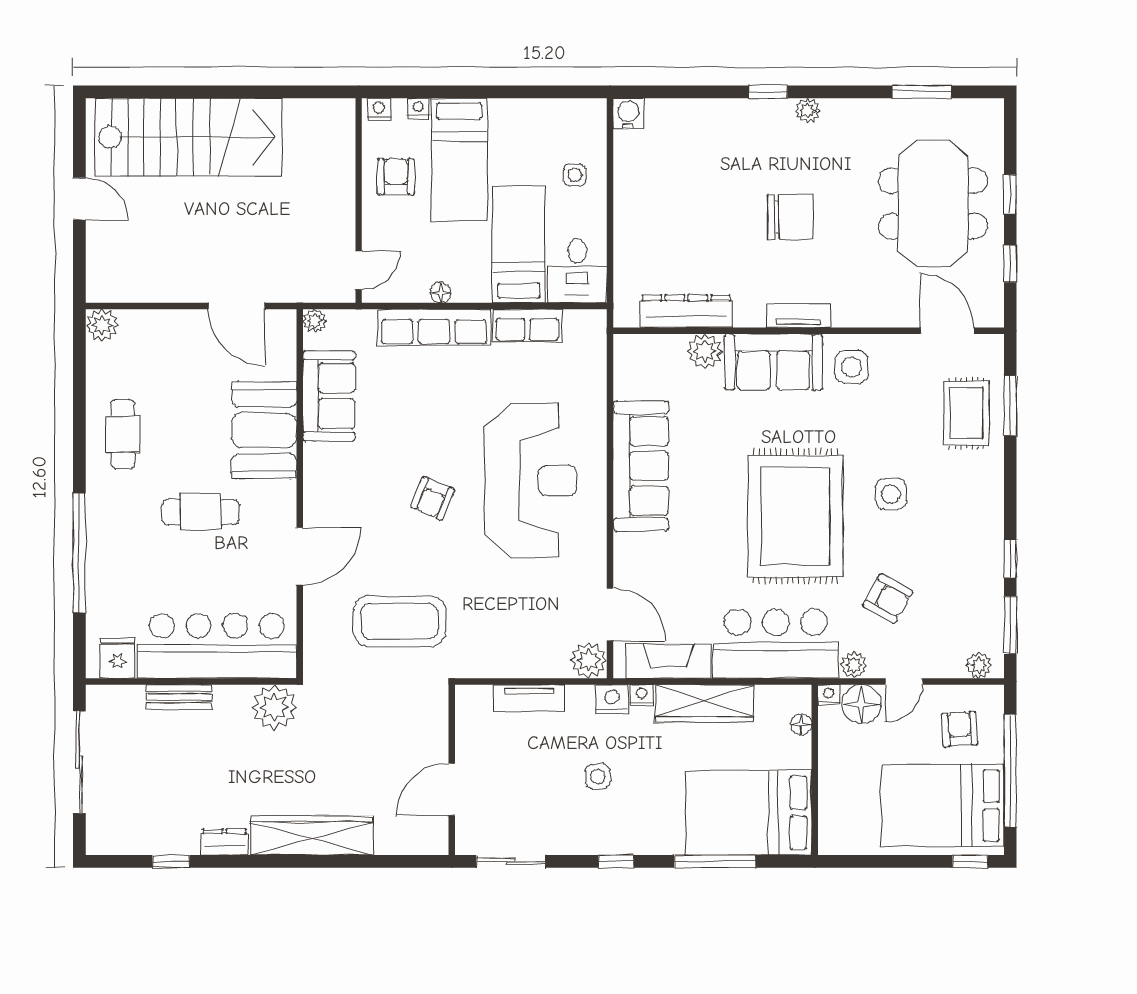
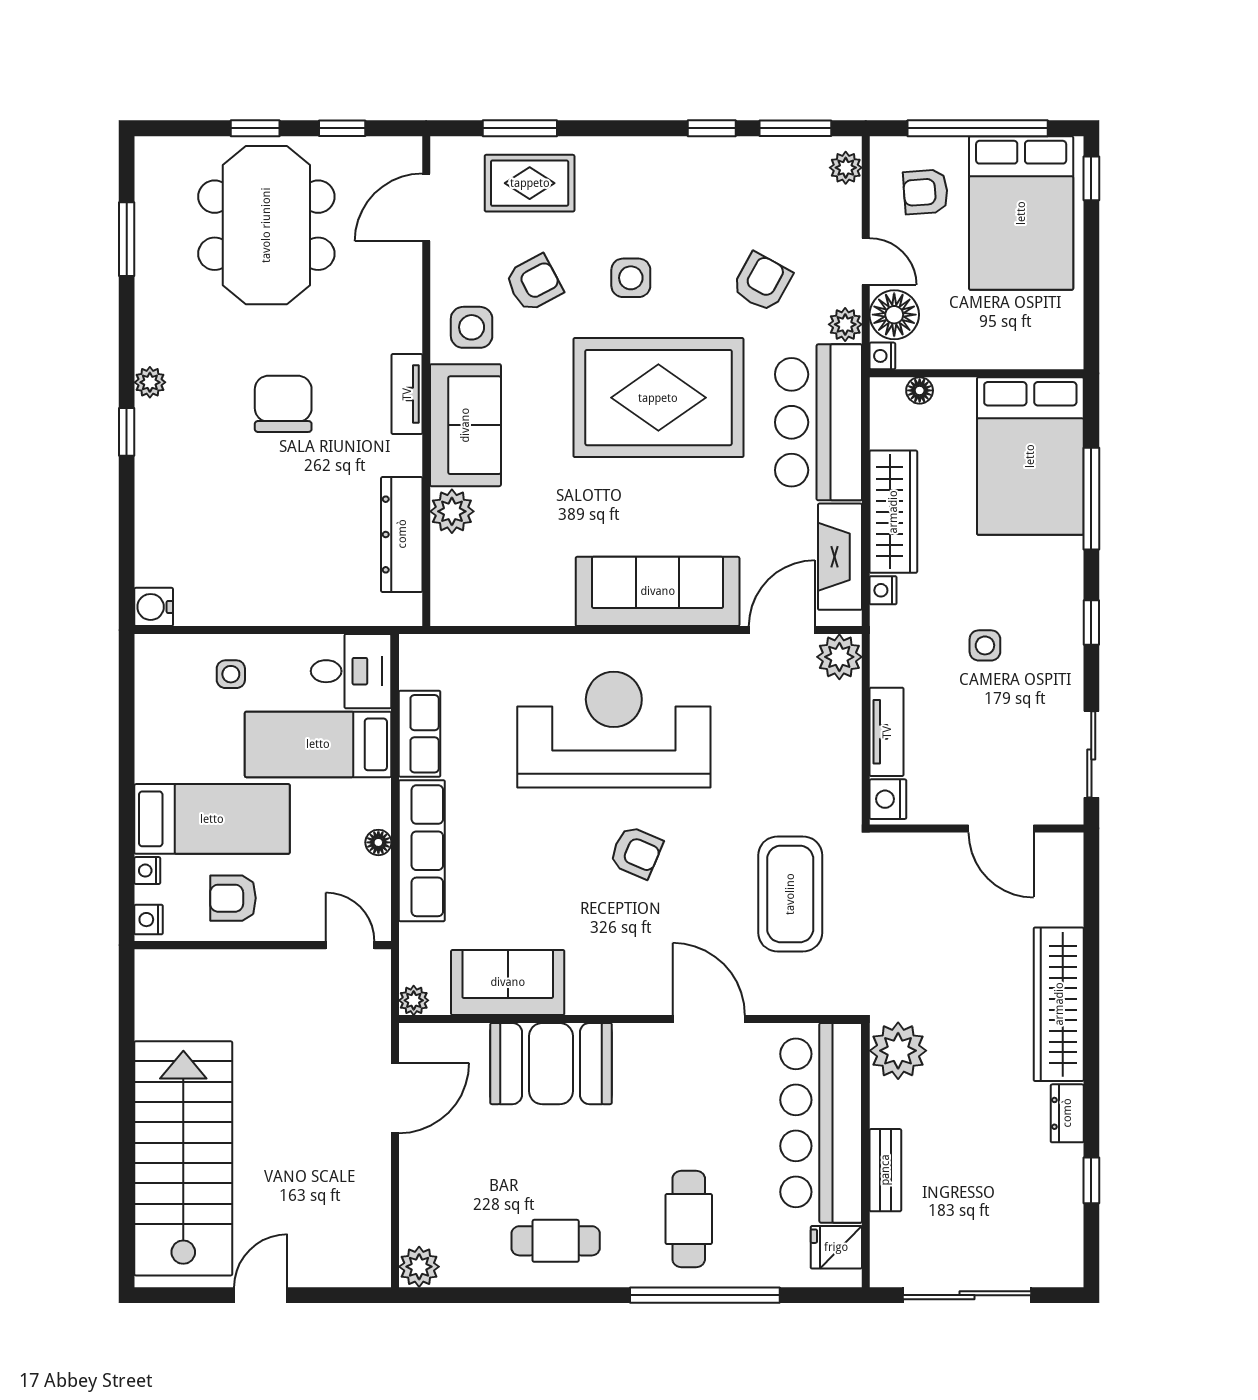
meeting table: (933, 203) -> (266, 225), turned 90
armchair: (887, 417) -> (534, 283), added
sofa: (641, 466) -> (658, 591), moved
cafe table: (201, 512) -> (689, 1219), moved
nightstand: (612, 699) -> (888, 799), moved

